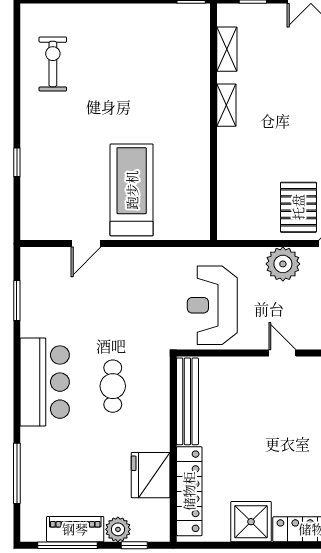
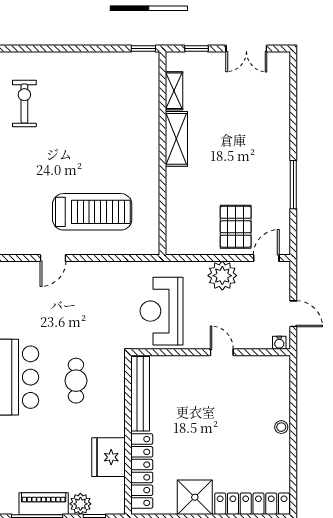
shelving: (226, 105) -> (176, 139), width x1.50, depth x1.33
treadmill: (132, 190) -> (92, 212), turned 90

